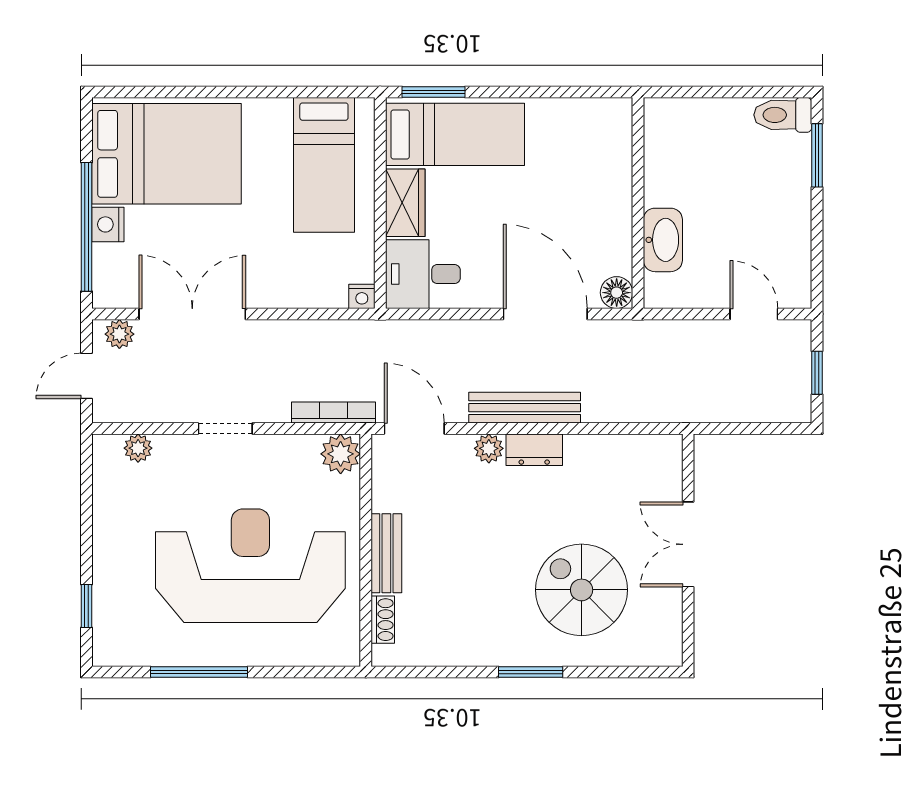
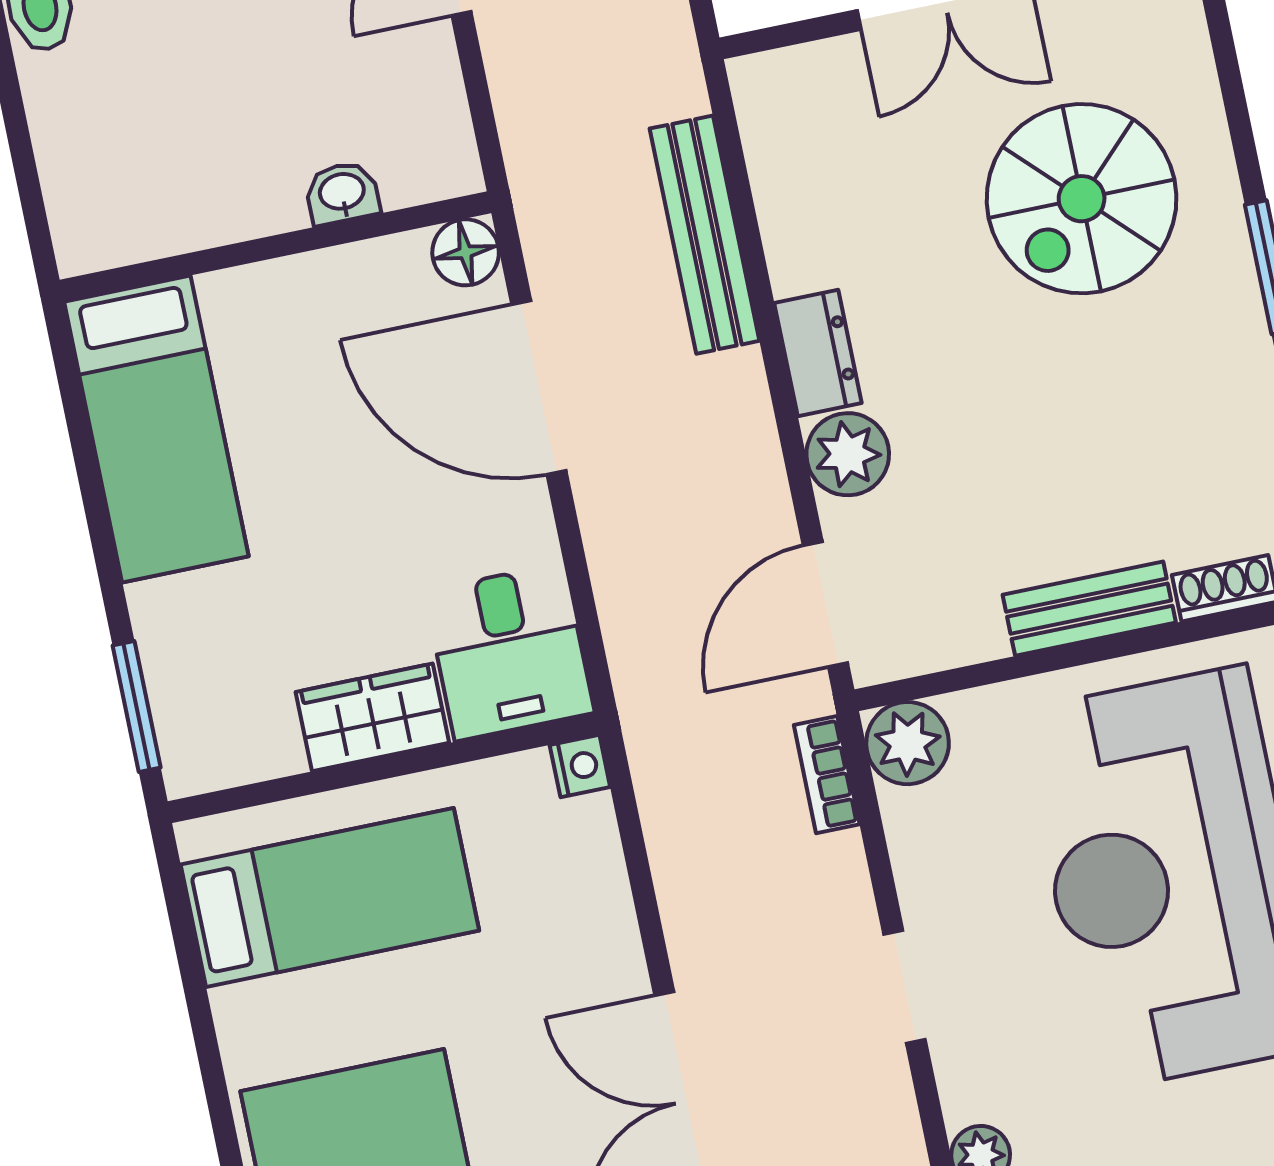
bed: (455, 134) -> (156, 429), moved, turned 180
washbasin: (663, 240) -> (342, 193), width x0.52, depth x0.69
door: (545, 314) -> (539, 388), hinge flipped
bench: (525, 408) -> (705, 235), moved
bookcase: (333, 413) -> (827, 775), width x0.64
plant: (489, 448) -> (848, 454), width x1.38, depth x1.38

